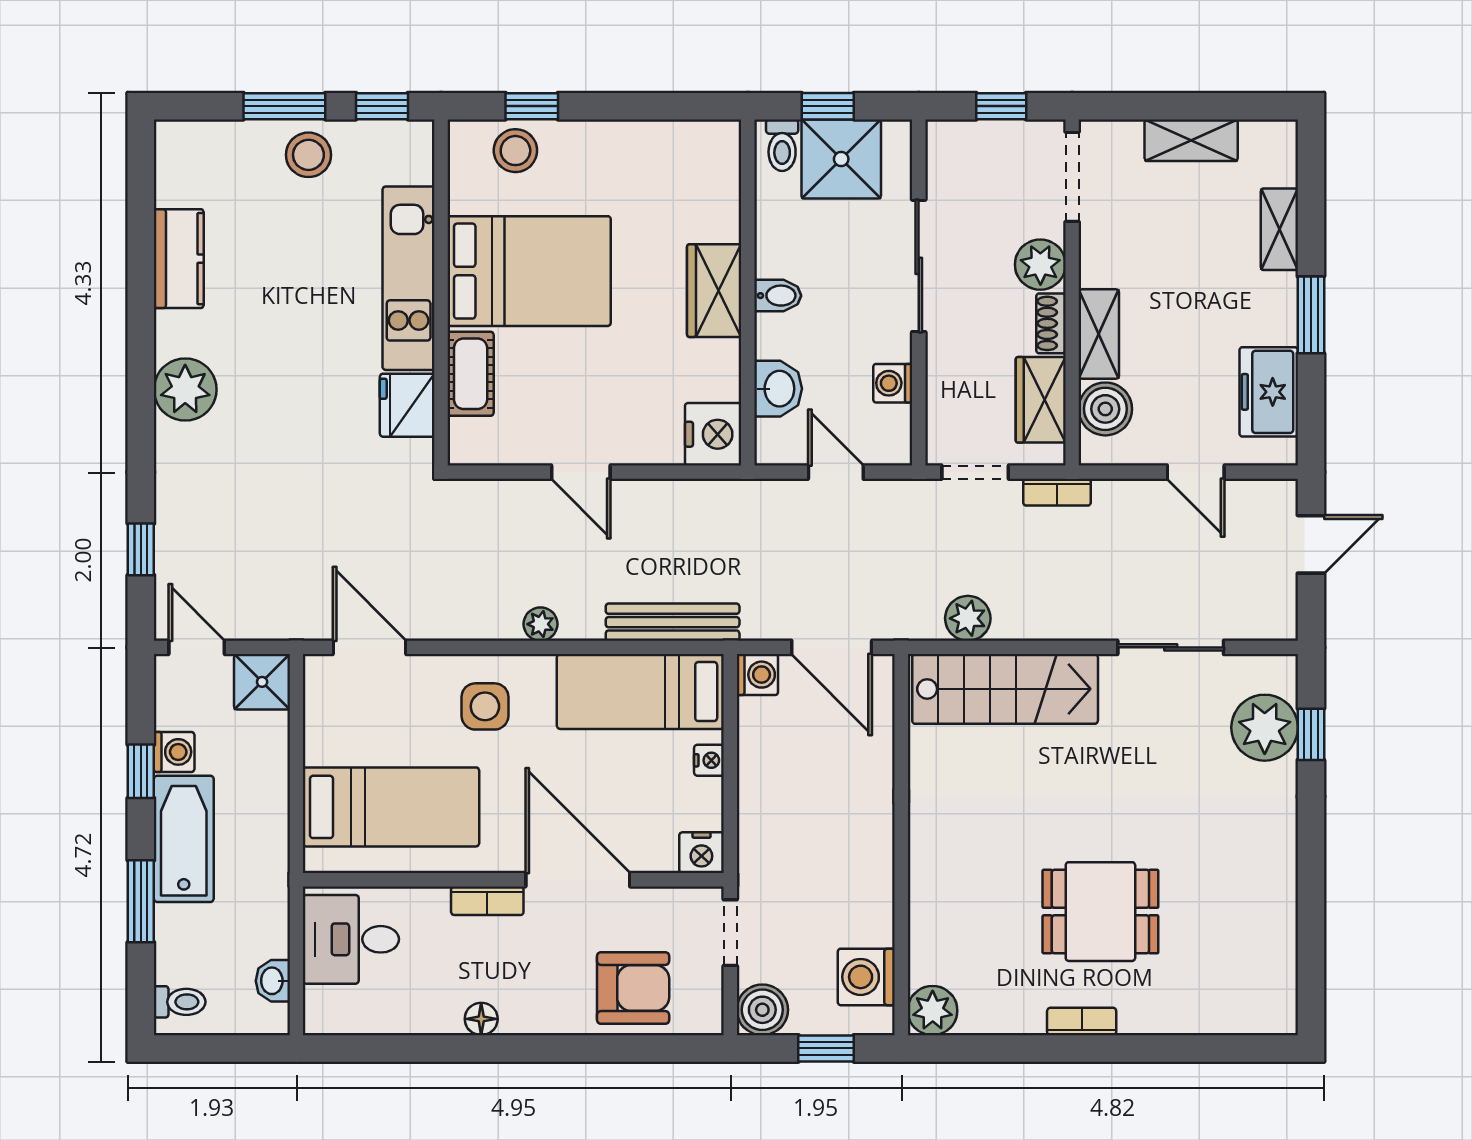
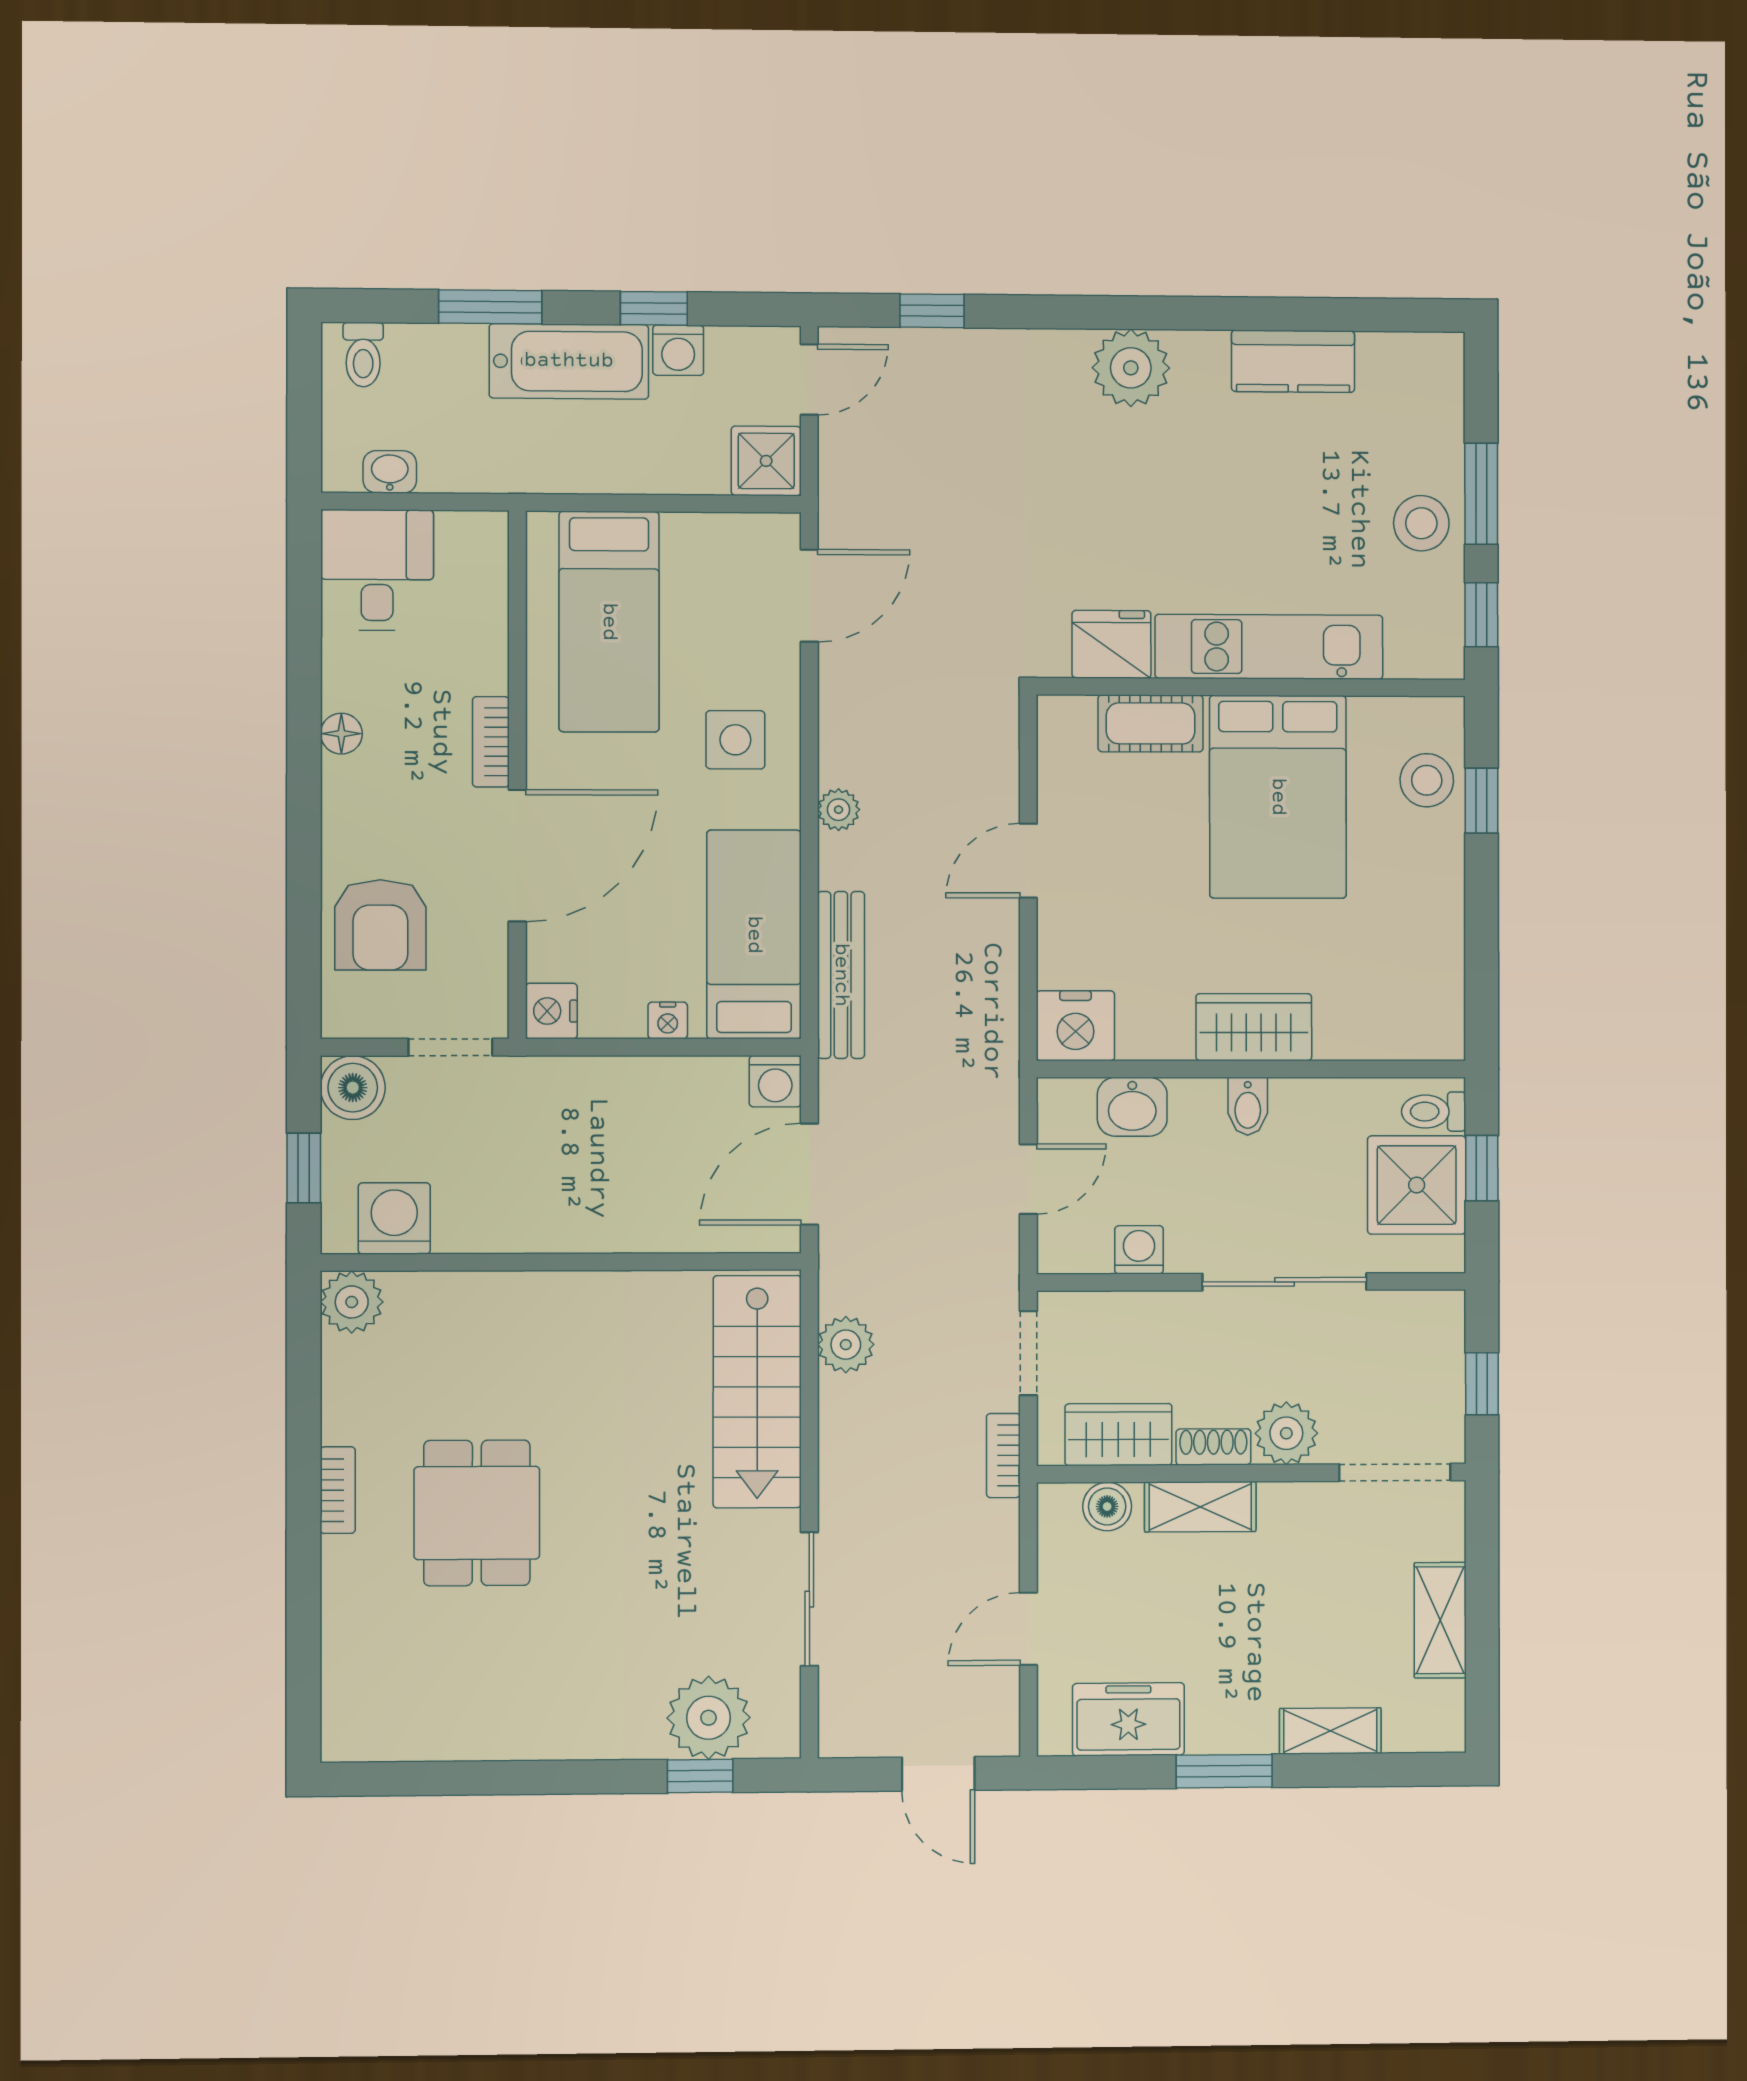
boiler: (1105, 409) -> (1107, 1506), width x0.73, depth x0.73
desk: (351, 939) -> (377, 570), moved

